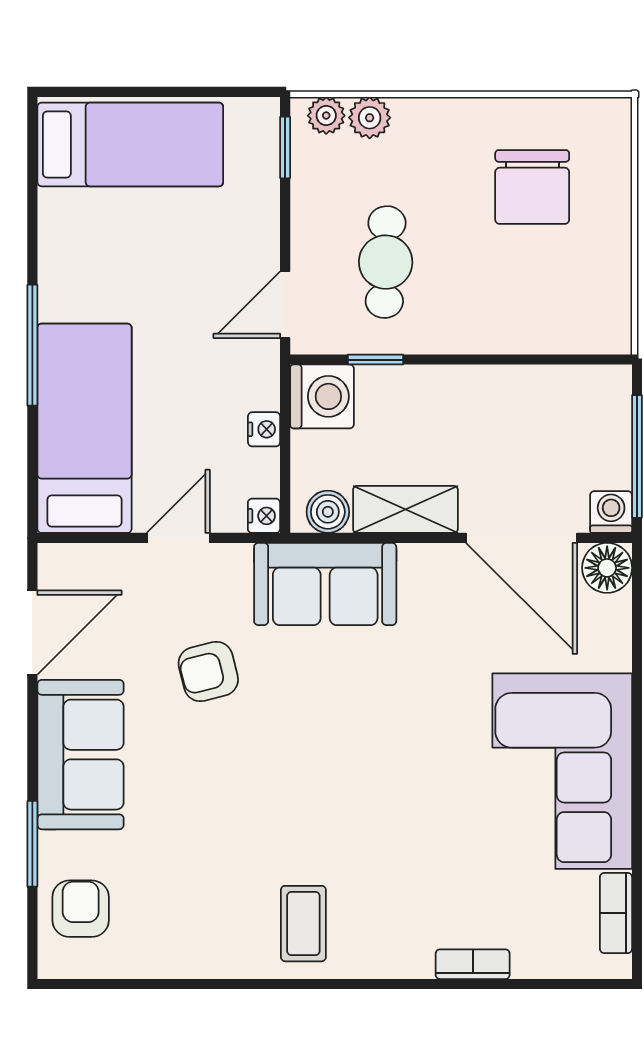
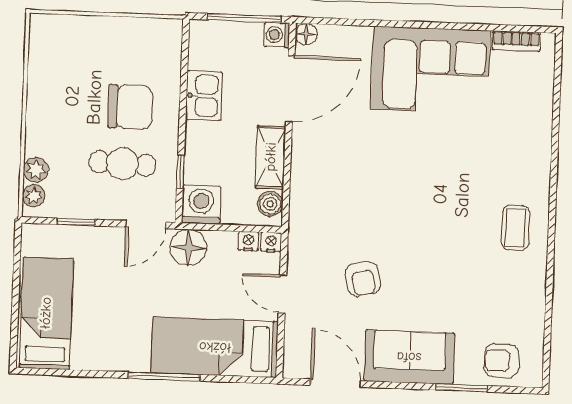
window: (285, 147) -> (76, 222), moved
chair: (532, 187) -> (130, 107), moved
door: (285, 305) -> (146, 225), hinge flipped
floor lamp: (250, 378) -> (188, 247), added
kitchen sink: (505, 394) -> (204, 96), added
nightstand: (264, 429) -> (248, 241), moved
floor lamp: (607, 568) -> (306, 34), width x0.73, depth x0.73
sofa: (325, 584) -> (313, 207), removed
coffee table: (303, 924) -> (515, 228), turned 90
bookcase: (473, 964) -> (544, 128), removed

